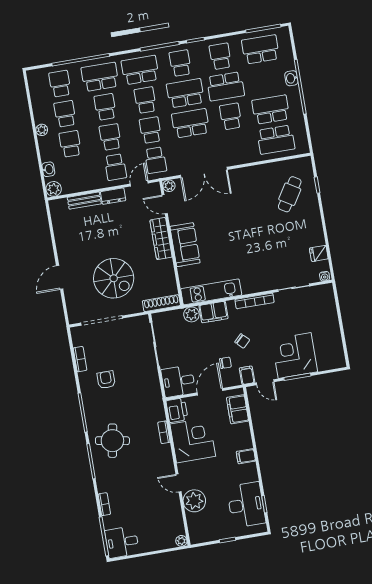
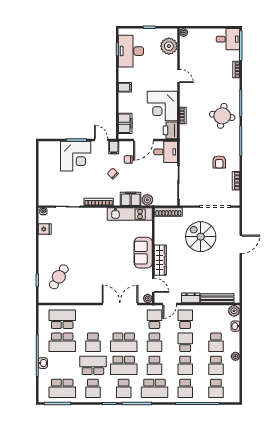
school desk: (100, 77) -> (185, 388), width x0.54
school desk: (110, 137) -> (185, 342), turned 180
bench: (84, 201) -> (217, 298), width x1.36
plant: (194, 501) -> (169, 46), moved

